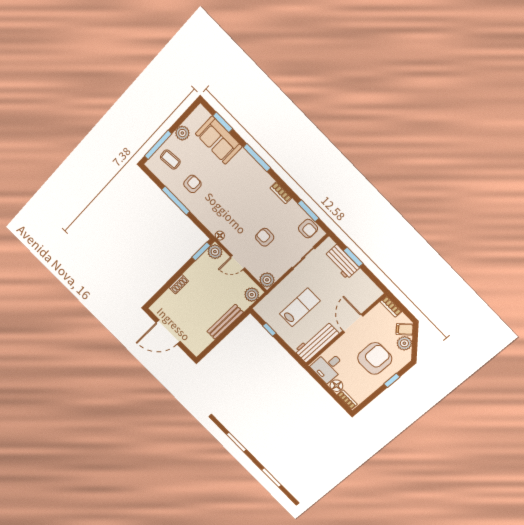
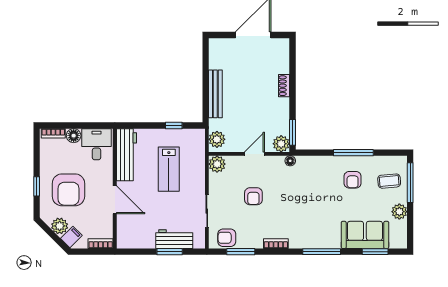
armchair: (265, 237) -> (253, 196), turned 90

